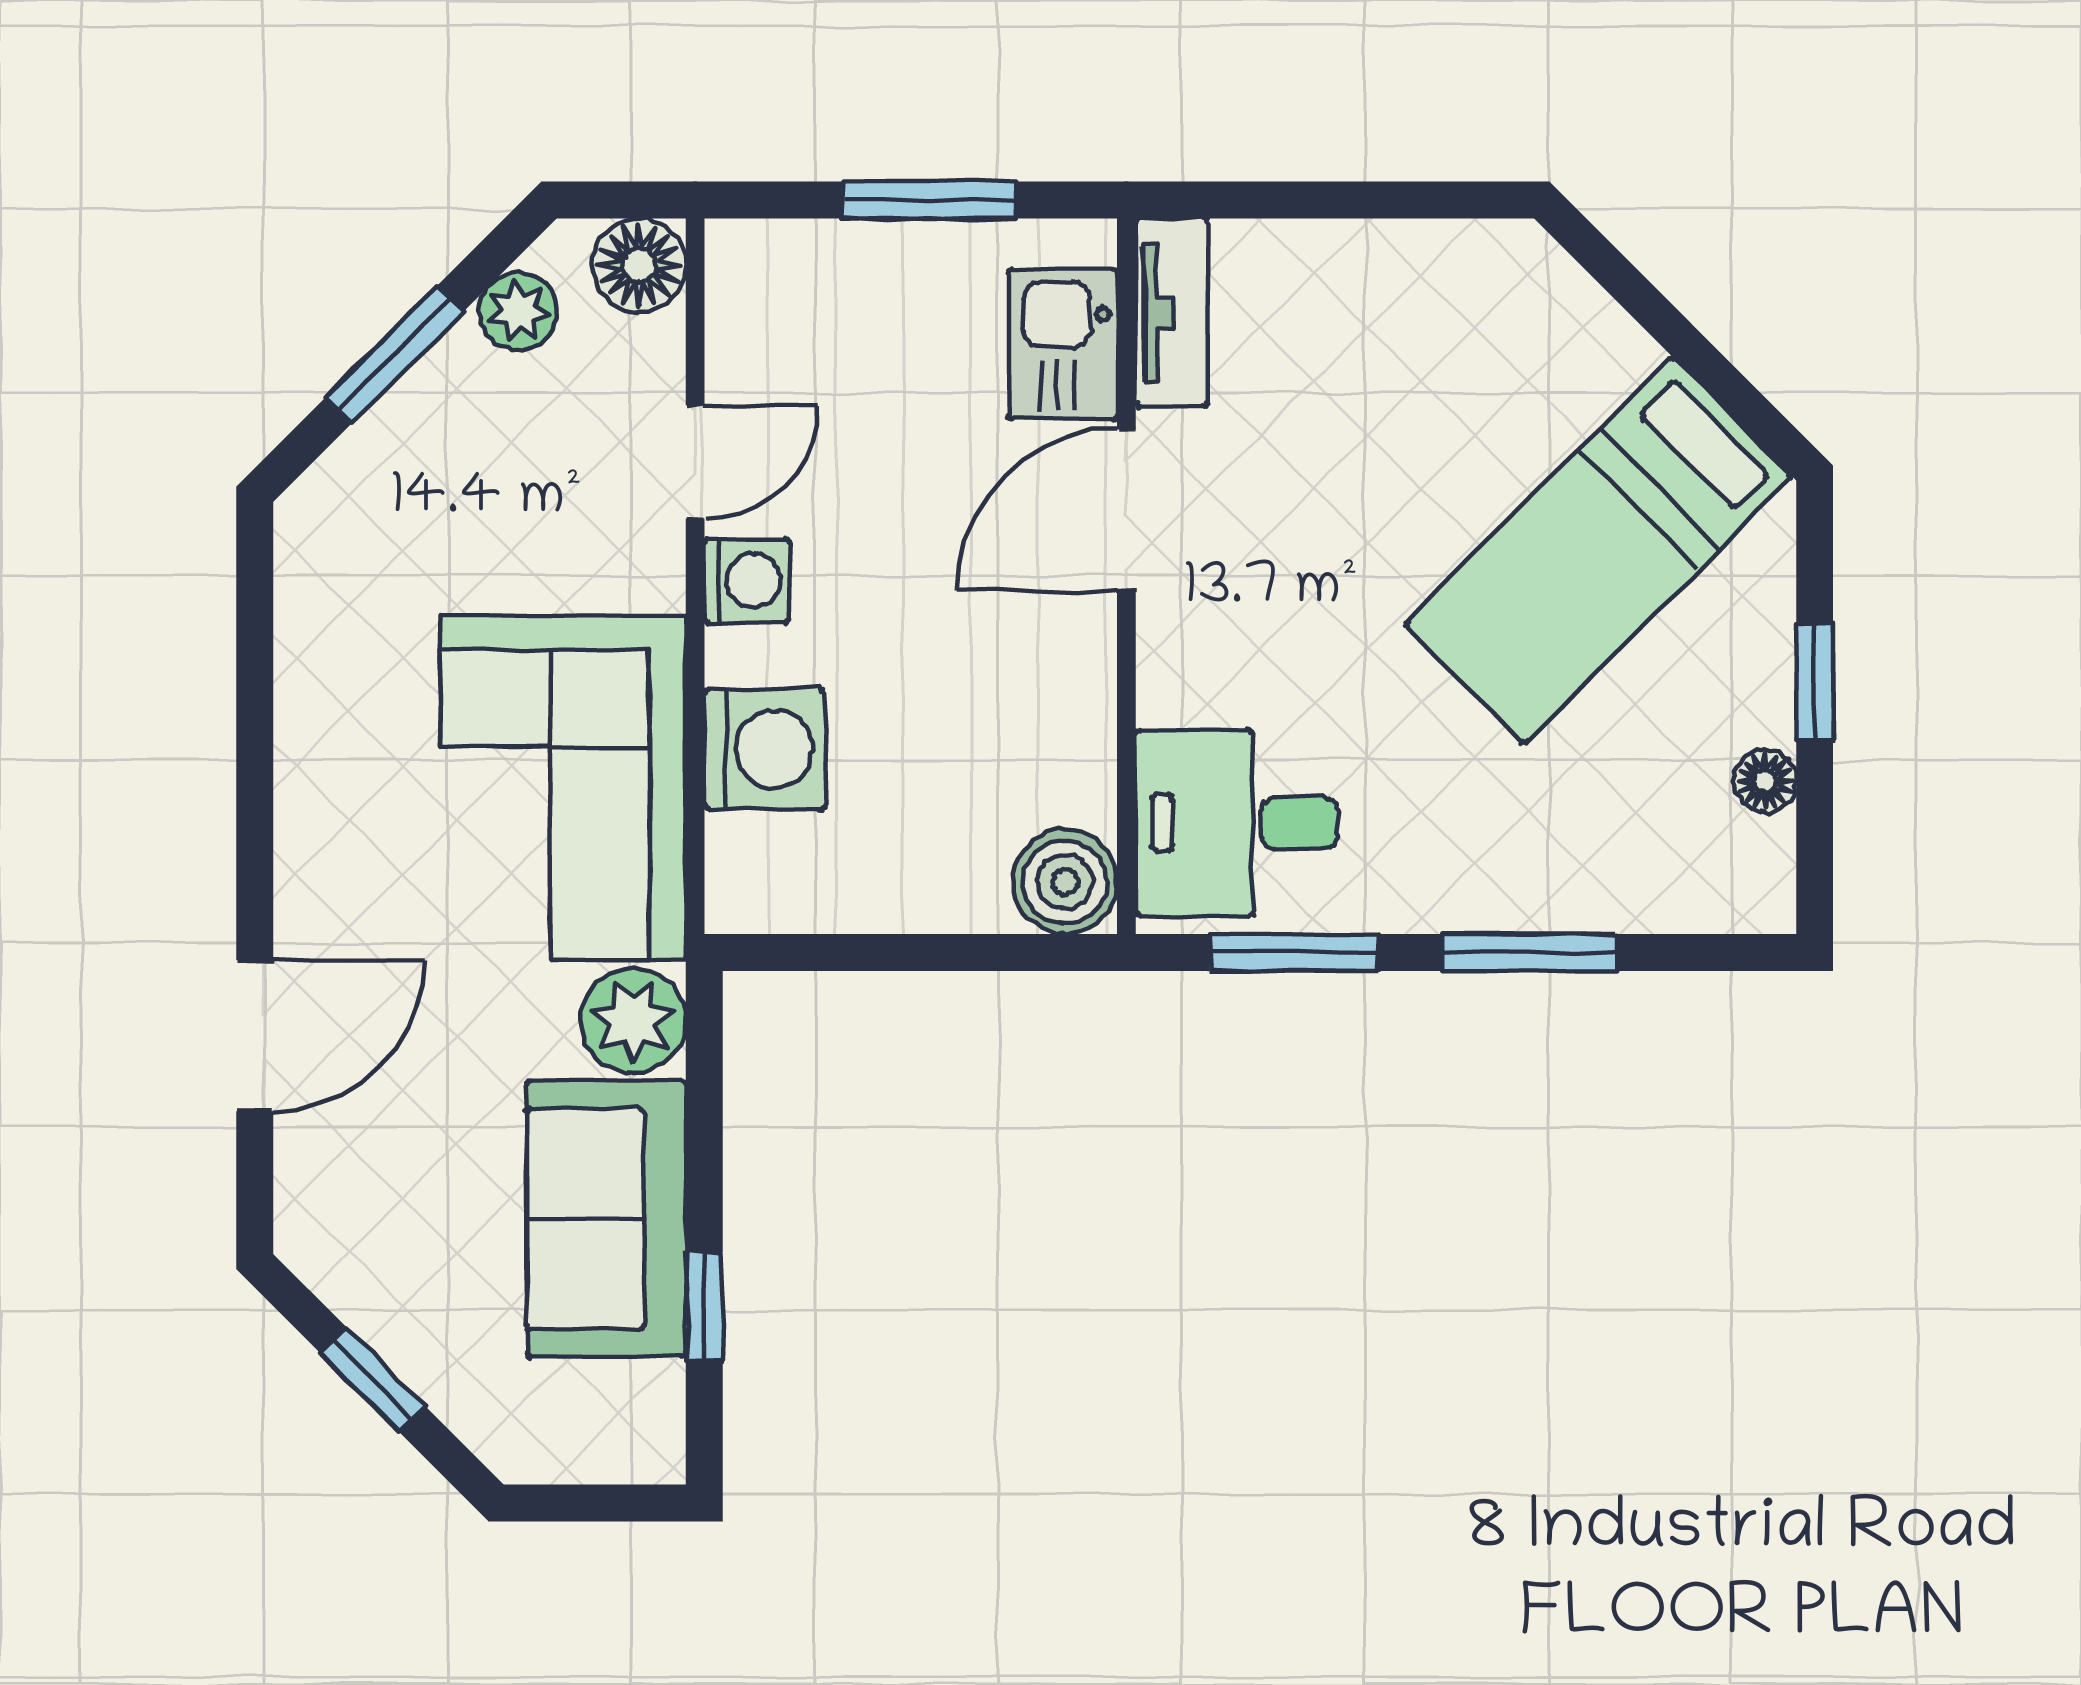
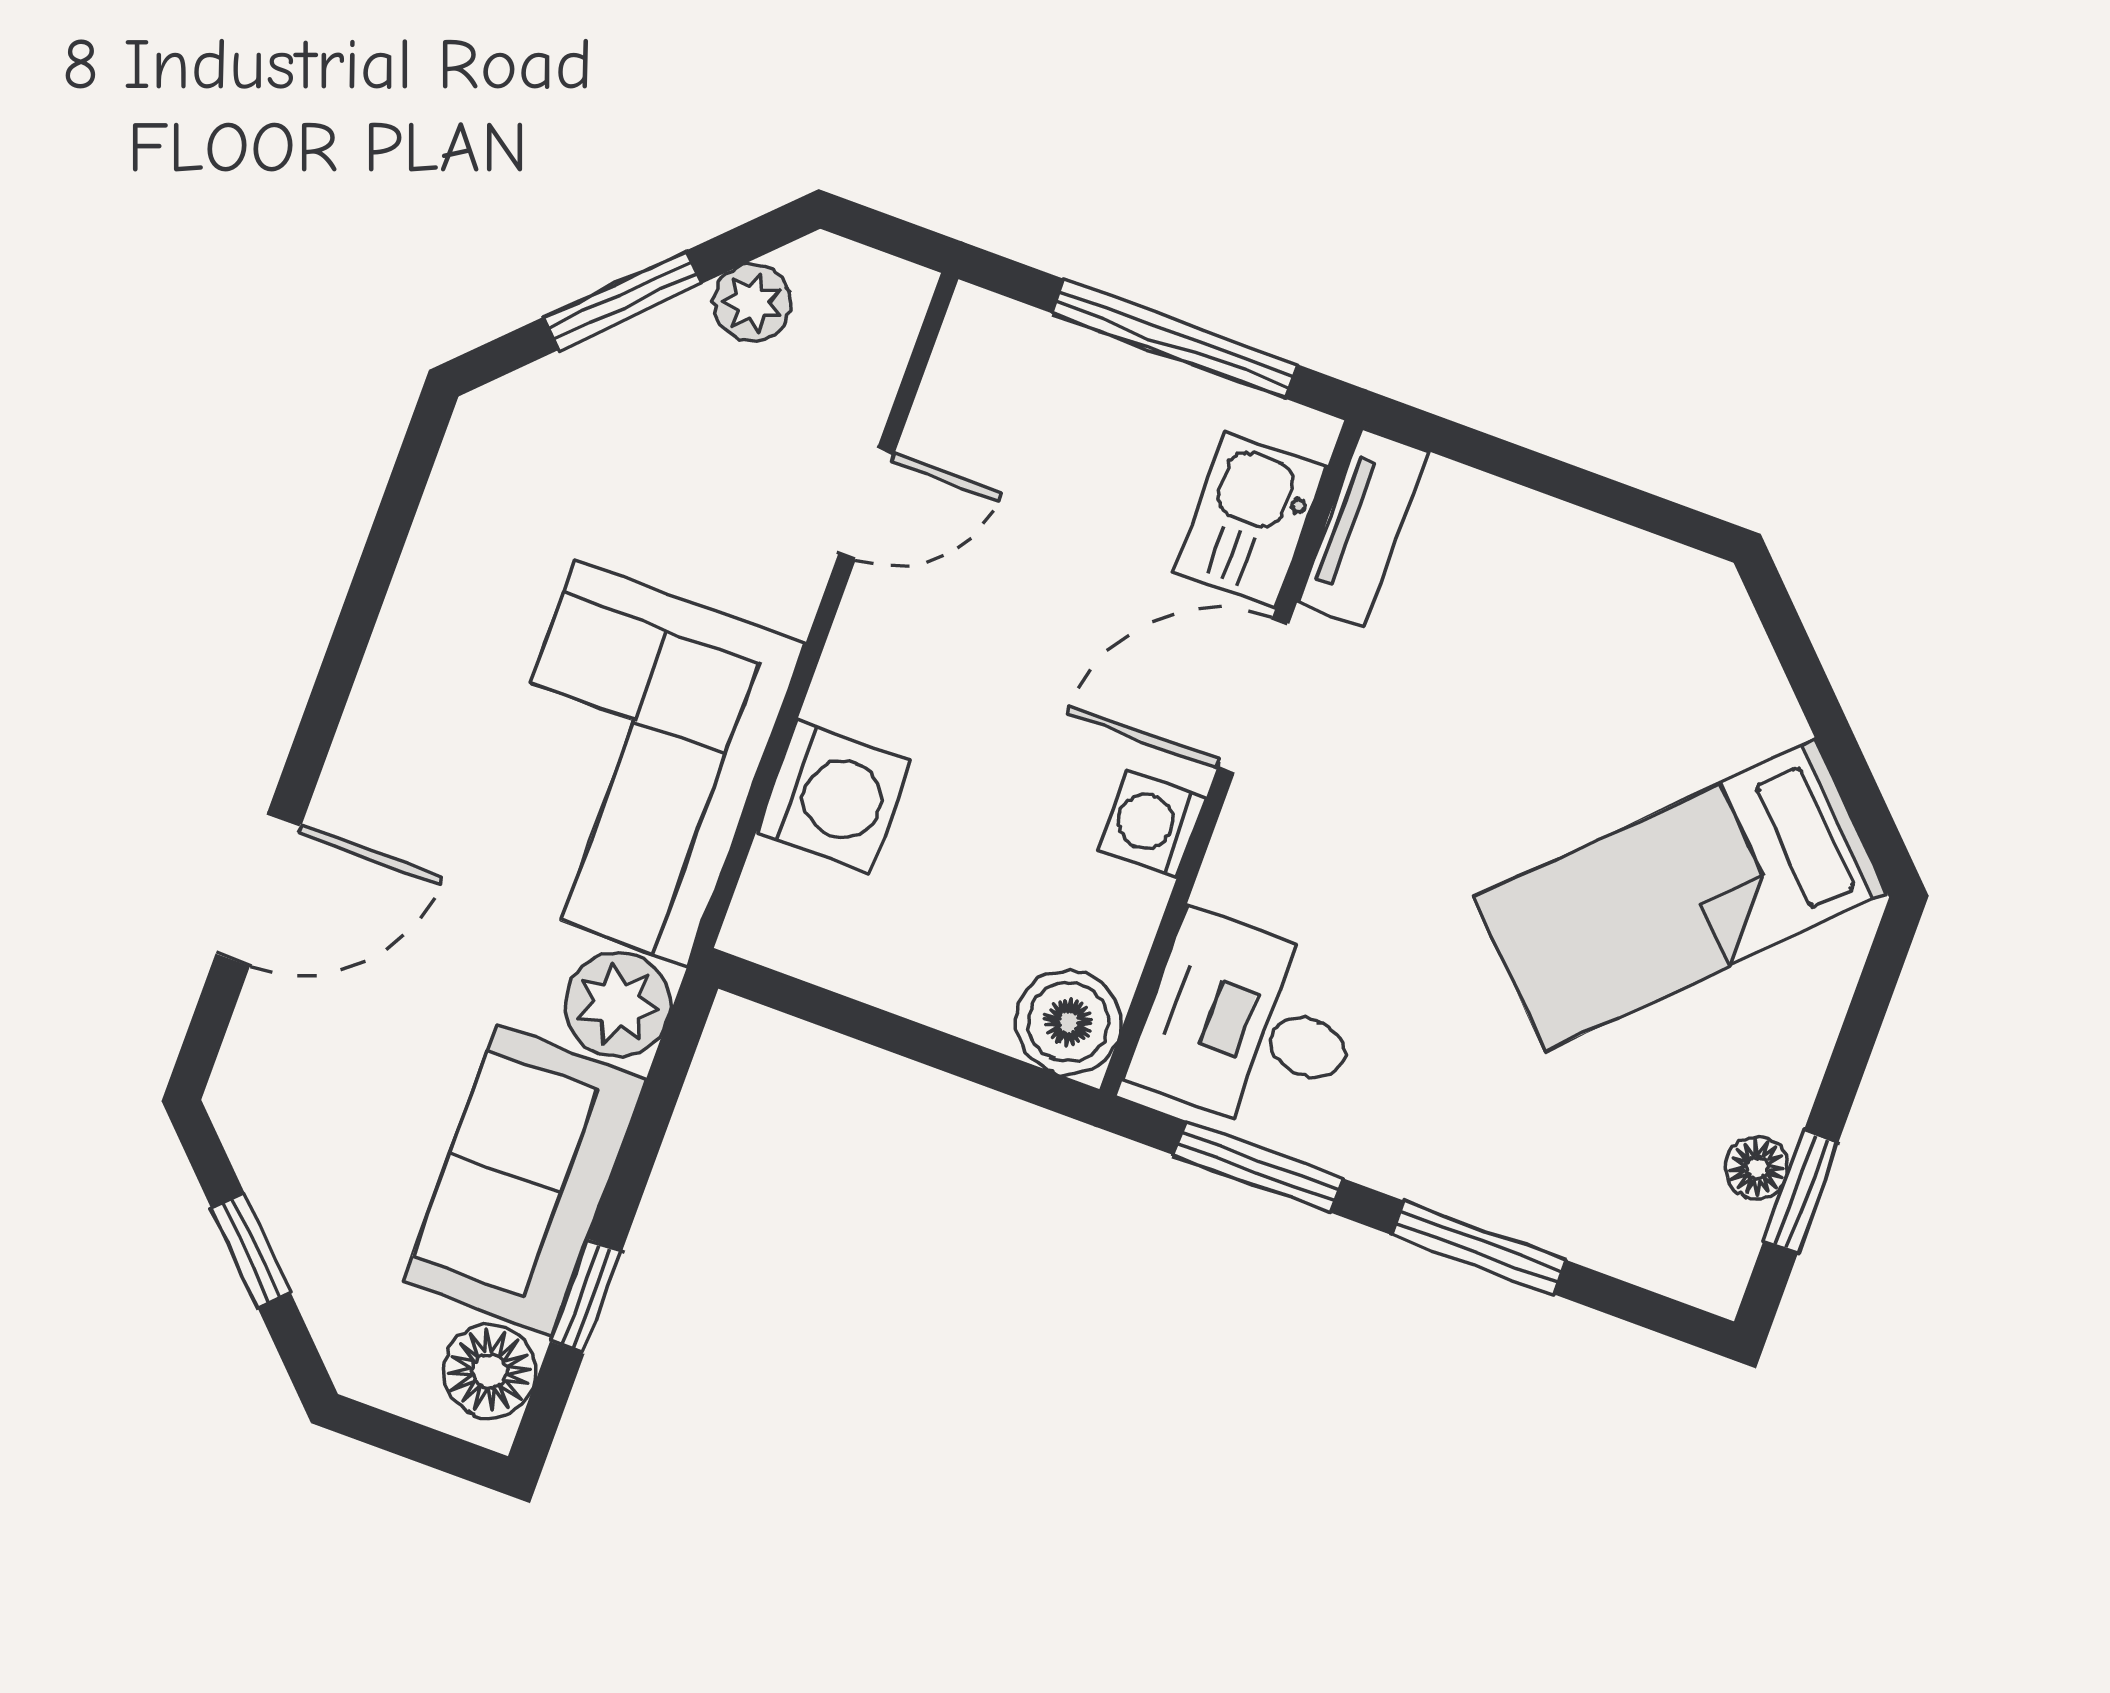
window: (930, 200) -> (1175, 339), width x1.44
floor lamp: (639, 265) -> (490, 1371), moved
washing machine: (747, 581) -> (1152, 824), moved, turned 180
window: (1815, 682) -> (1801, 1192), moved

